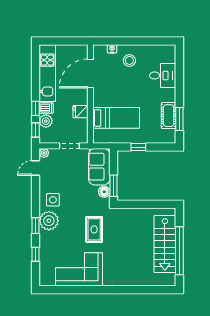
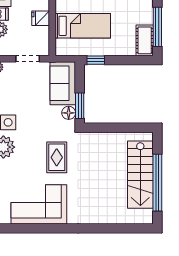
cot: (169, 116) -> (145, 40), moved
window: (179, 119) -> (157, 27), width x1.44
window: (138, 147) -> (96, 60), moved

